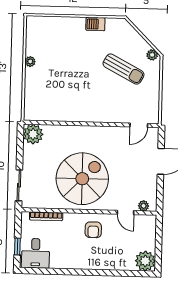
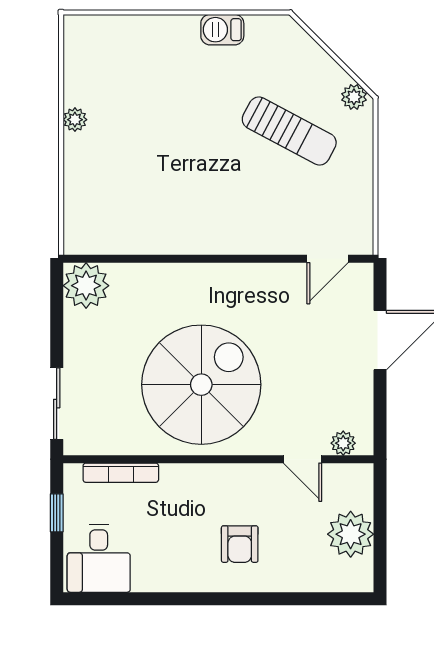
armchair: (93, 230) -> (240, 544), moved
window: (17, 246) -> (57, 513), moved
plant: (145, 261) -> (351, 534), moved

